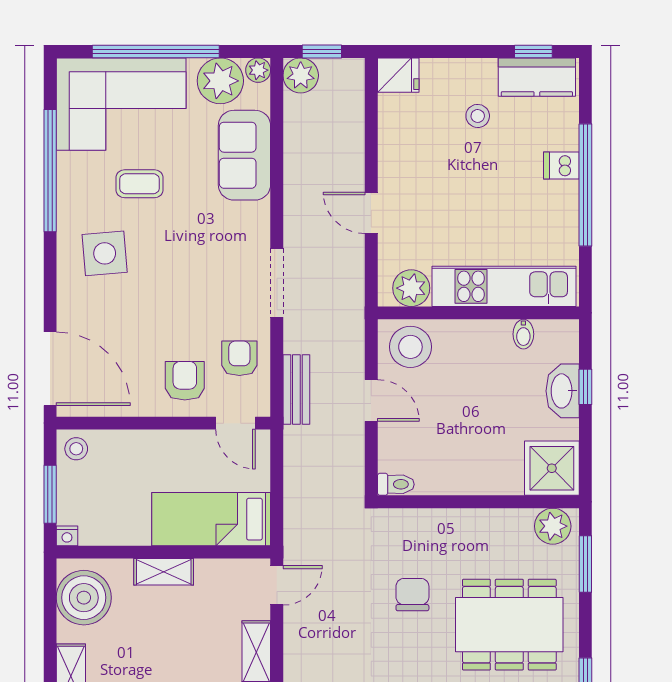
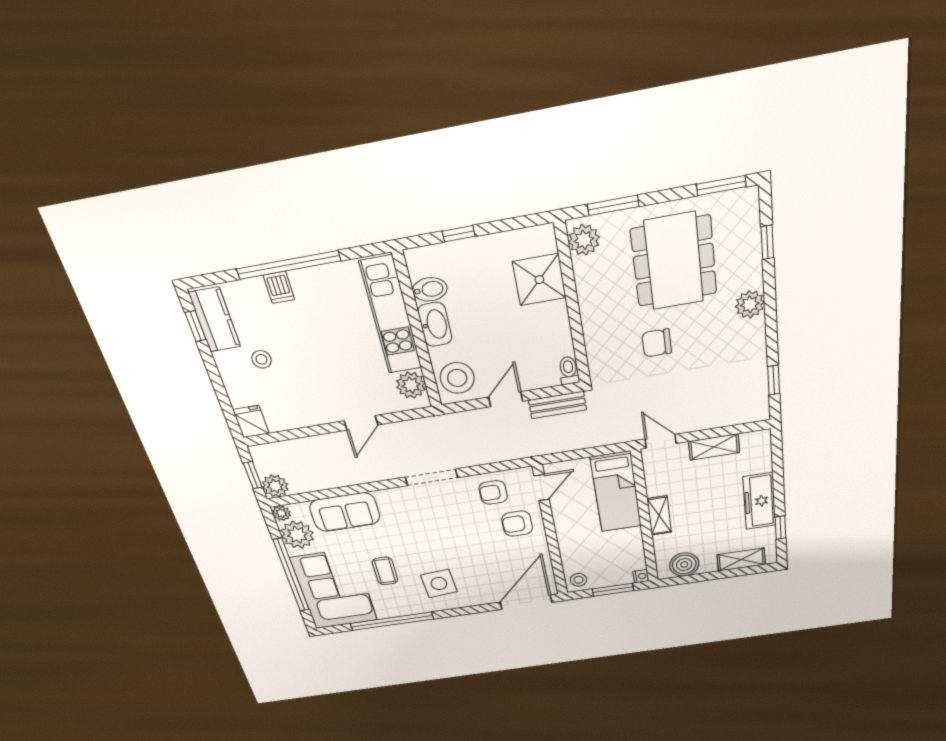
bidet: (523, 334) -> (430, 289), width x1.38, depth x1.36
bench: (296, 390) -> (557, 405), moved
washbasin: (563, 391) -> (435, 324), moved, turned -90
shower: (552, 468) -> (539, 280), moved
boiler: (84, 598) -> (684, 565), width x0.73, depth x0.73

